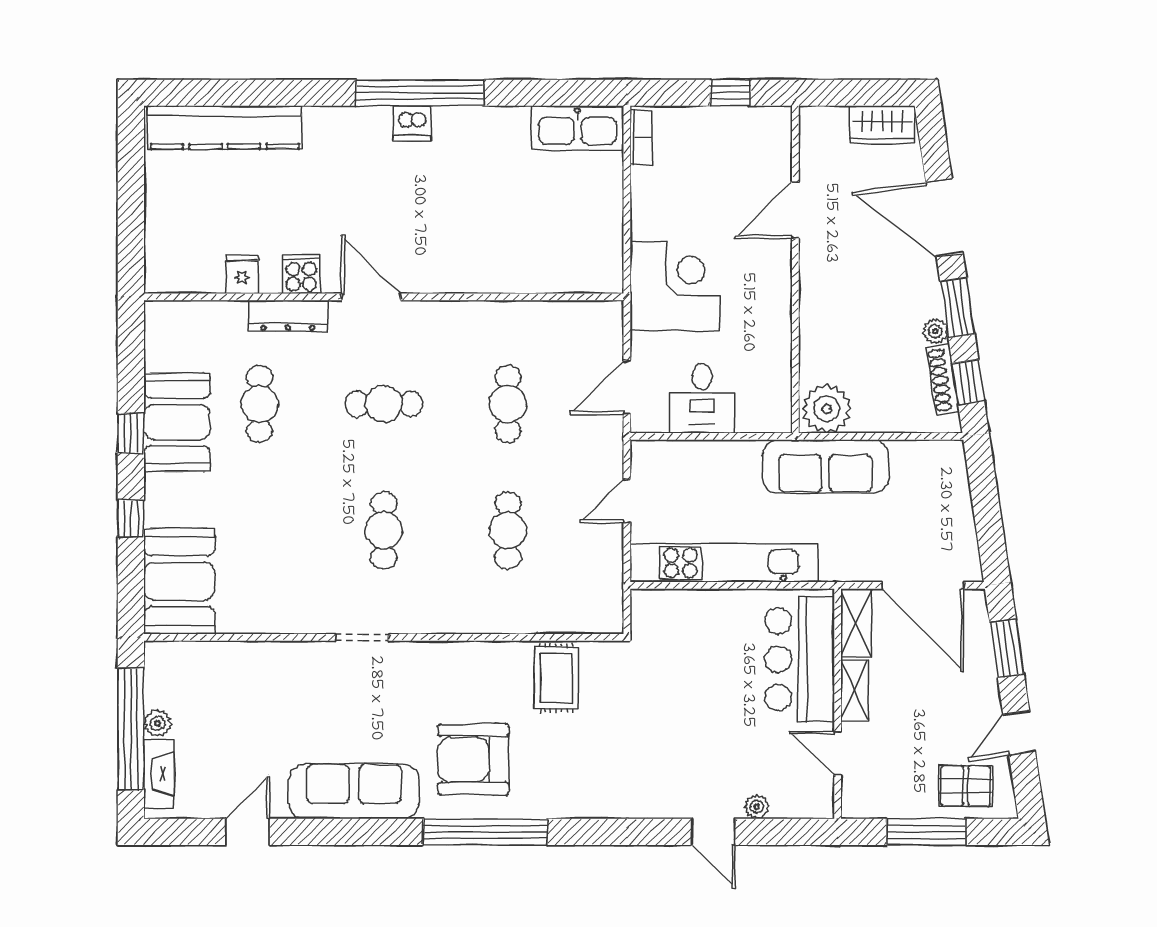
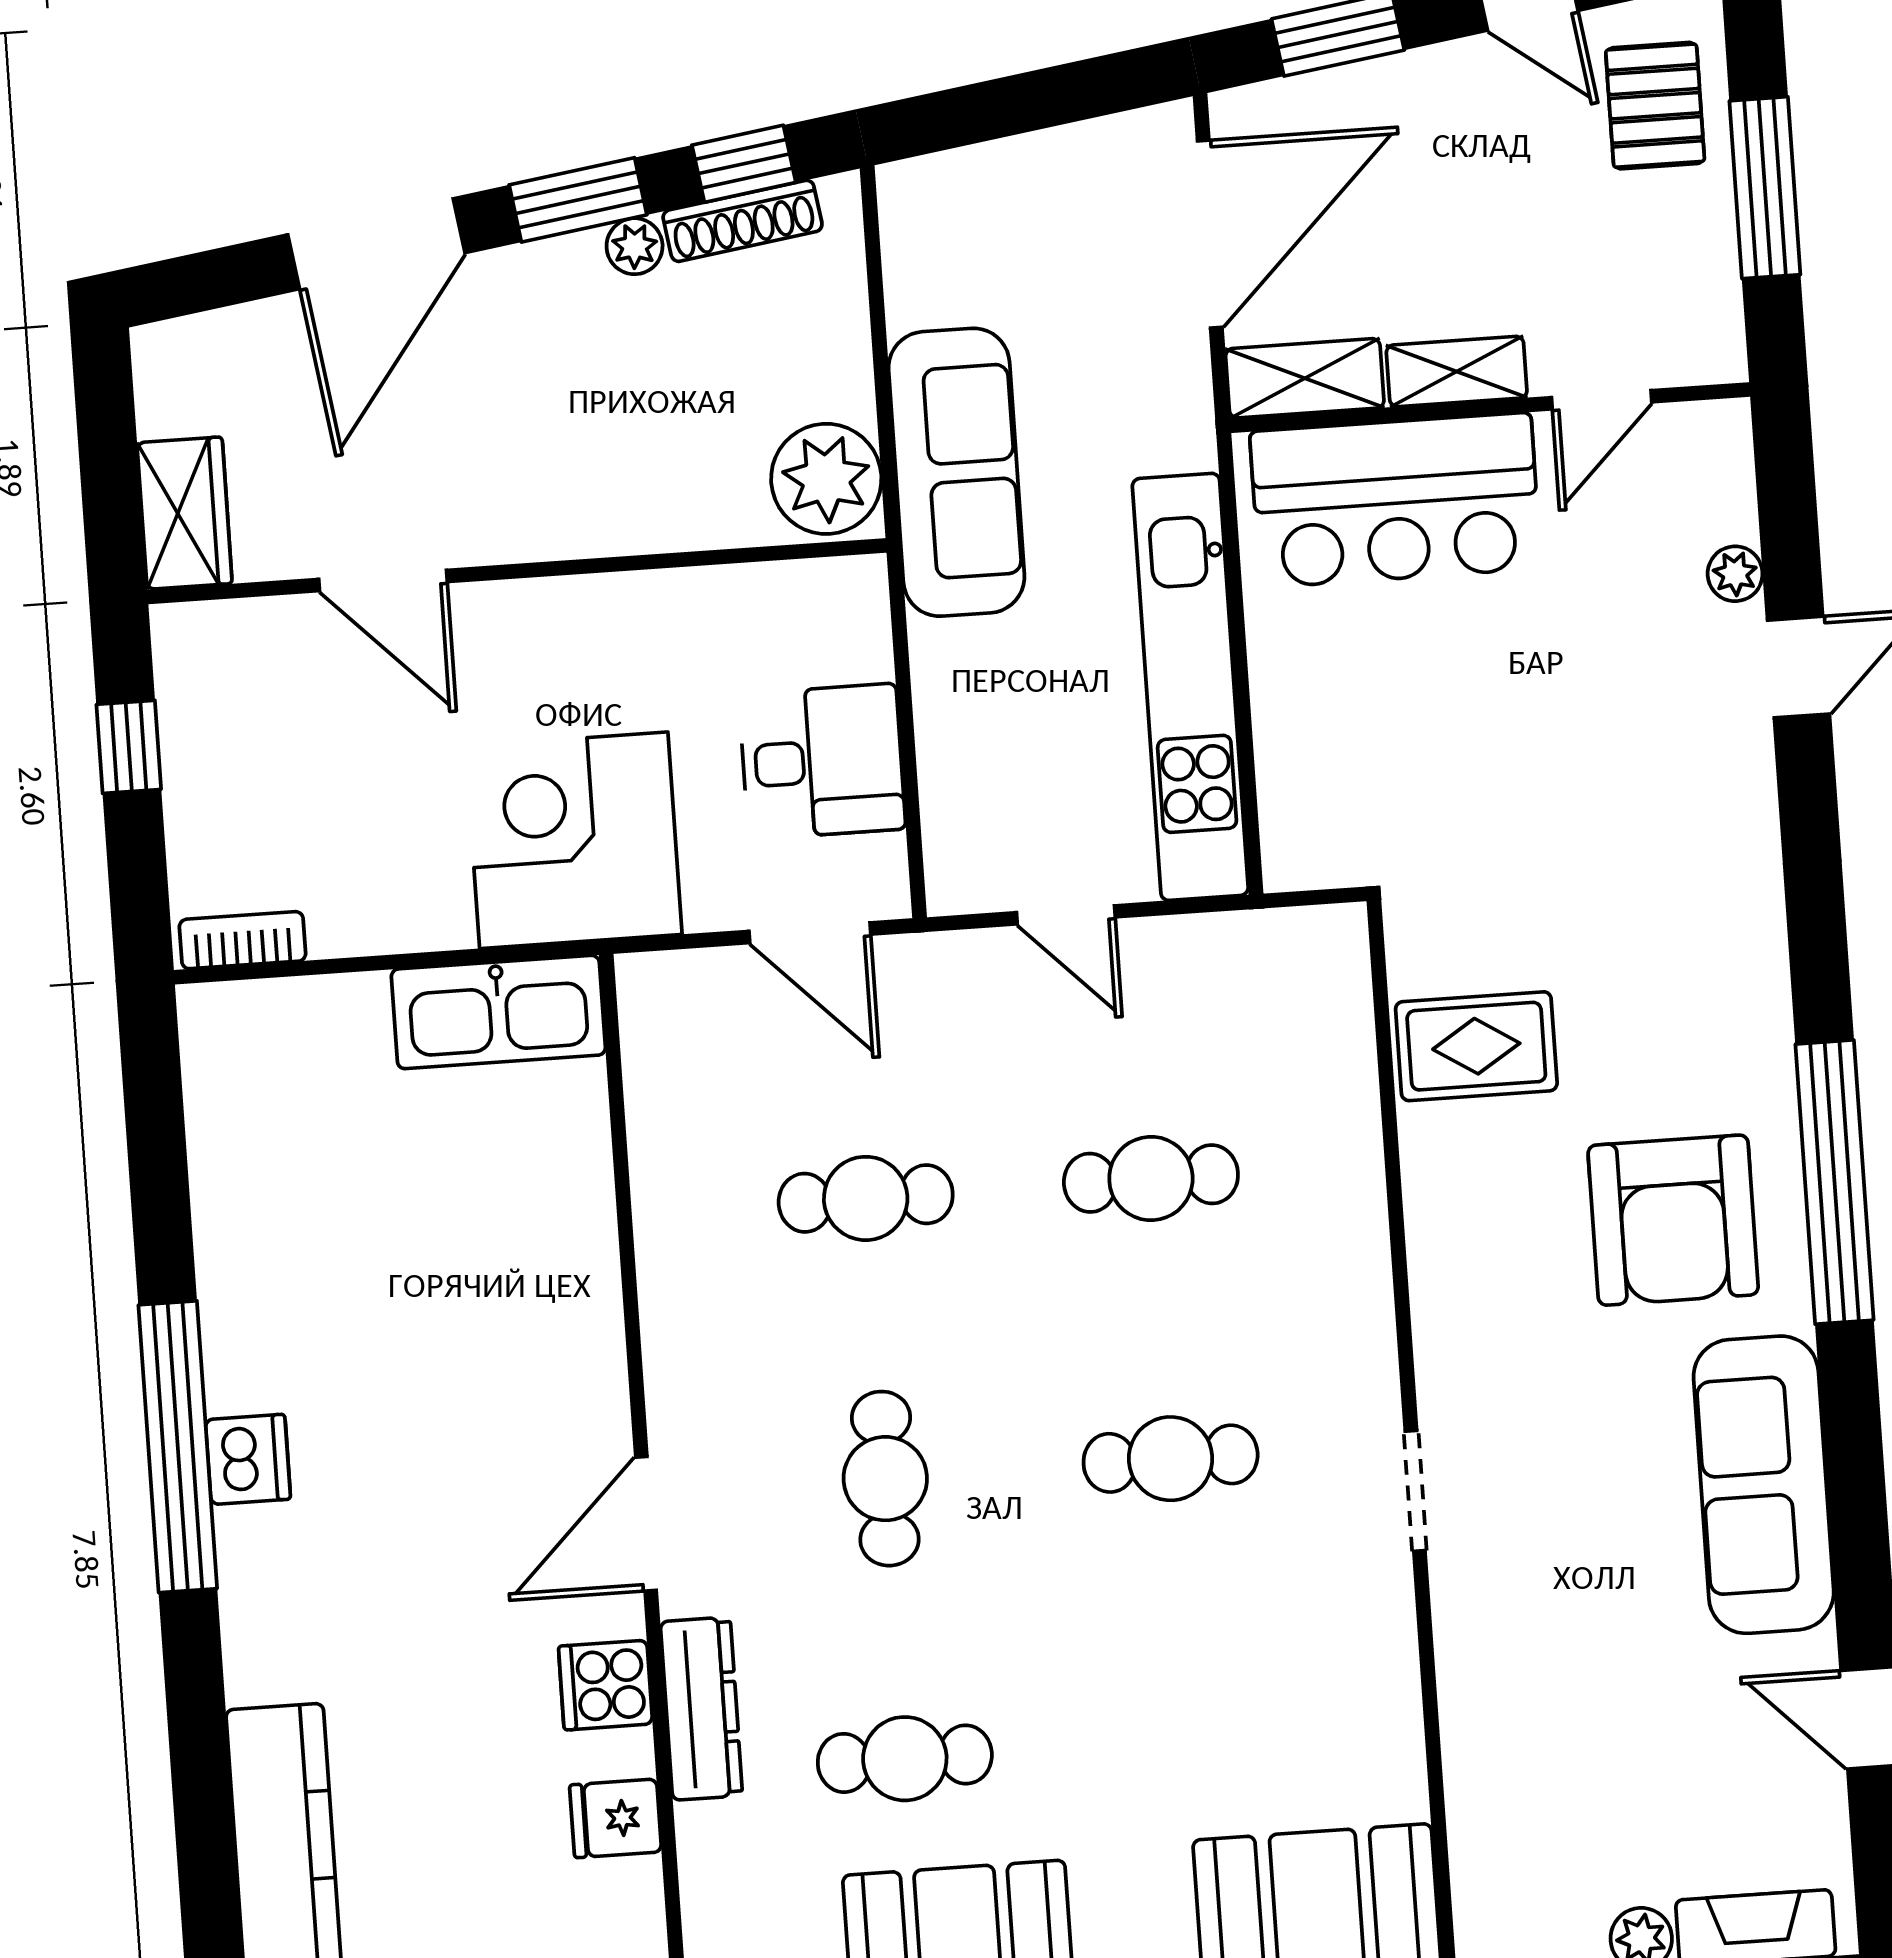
wardrobe: (882, 125) -> (185, 513), moved
kitchen sink: (578, 128) -> (498, 1012), moved, turned 90

